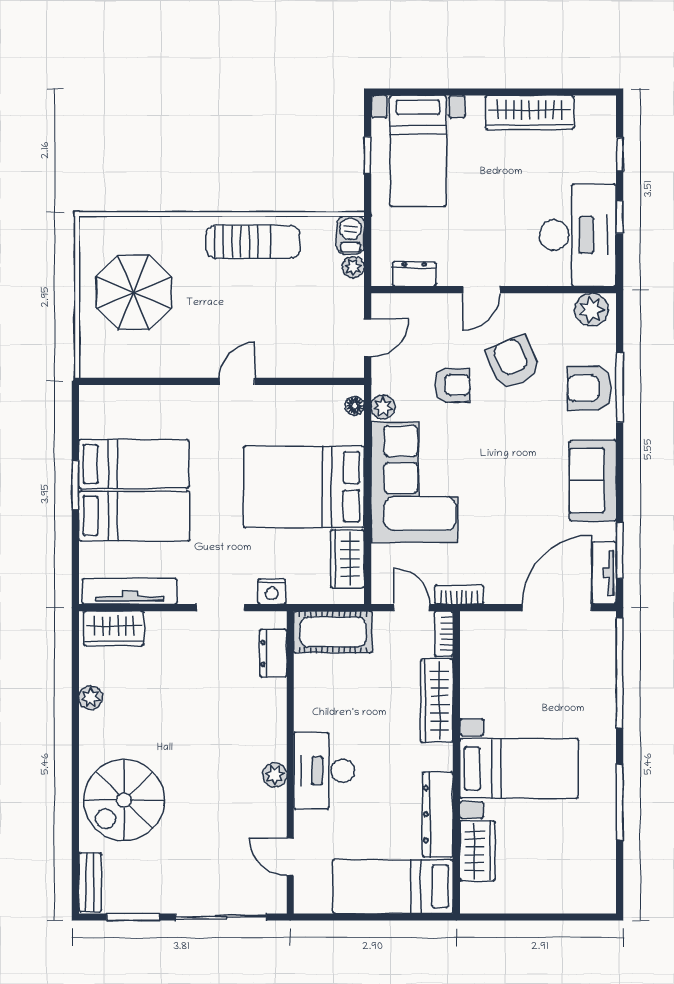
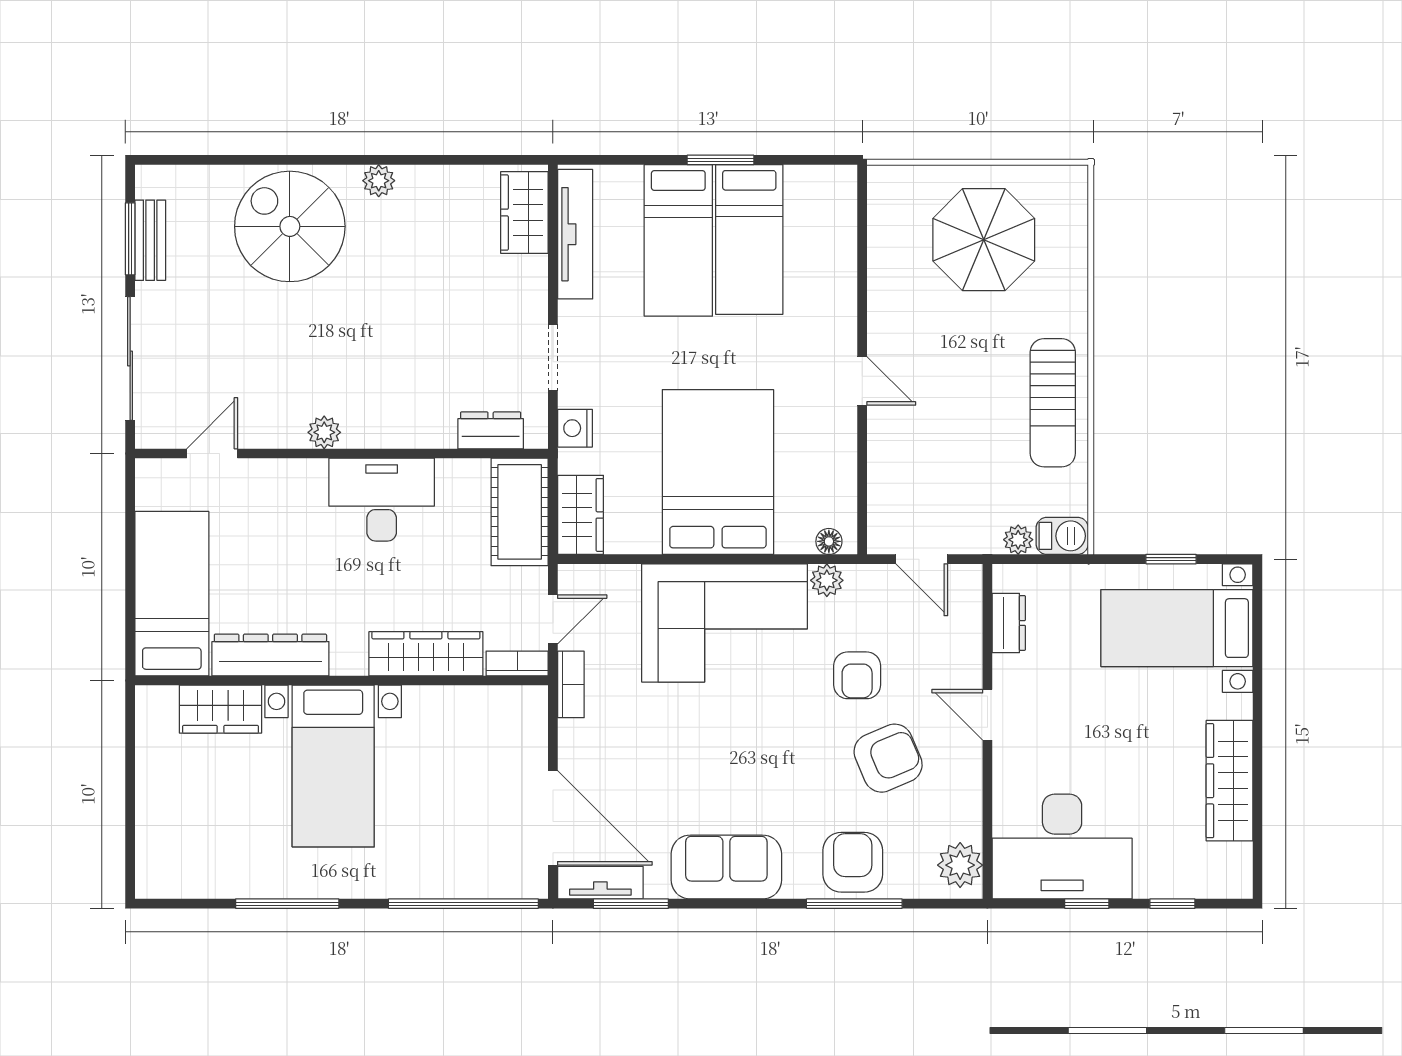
wardrobe: (347, 559) -> (581, 515), moved, turned 90
plant: (91, 698) -> (379, 181), moved
desk: (324, 771) -> (382, 500), moved
bench: (90, 882) -> (150, 240), moved, turned 90

